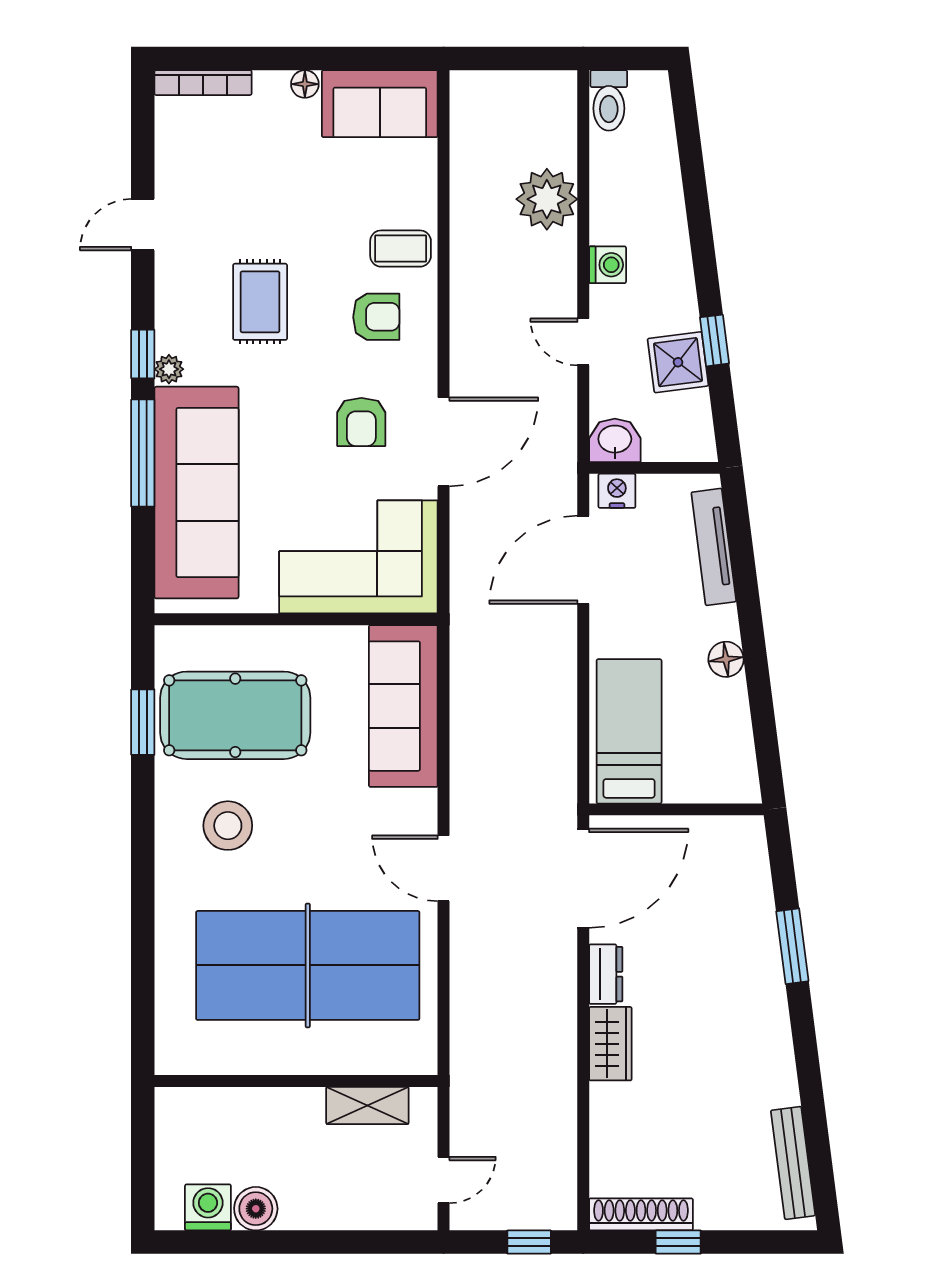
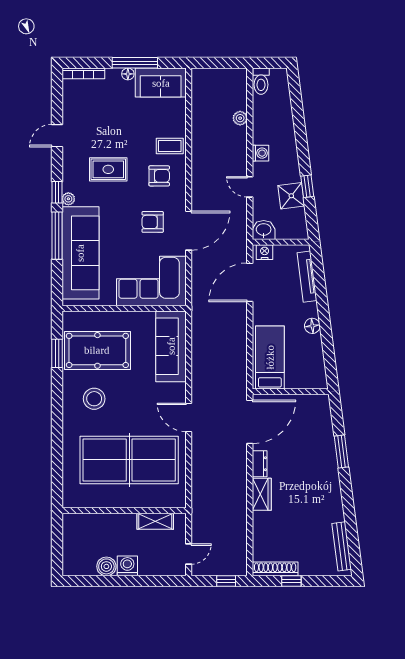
window: (321, 59) -> (135, 63), added
plant: (547, 199) -> (240, 118), width x0.53, depth x0.53
rug: (260, 302) -> (108, 169), turned 90
armchair: (361, 422) -> (153, 222), turned 90
washing machine: (208, 1207) -> (127, 566), moved

